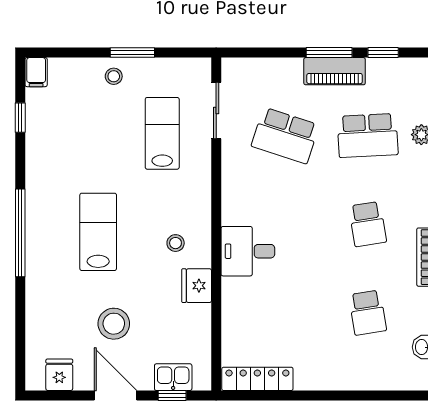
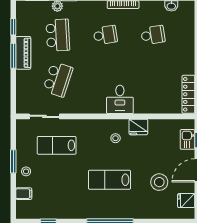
filing cabinet: (36, 72) -> (24, 194), moved
stool: (114, 324) -> (159, 182), moved

